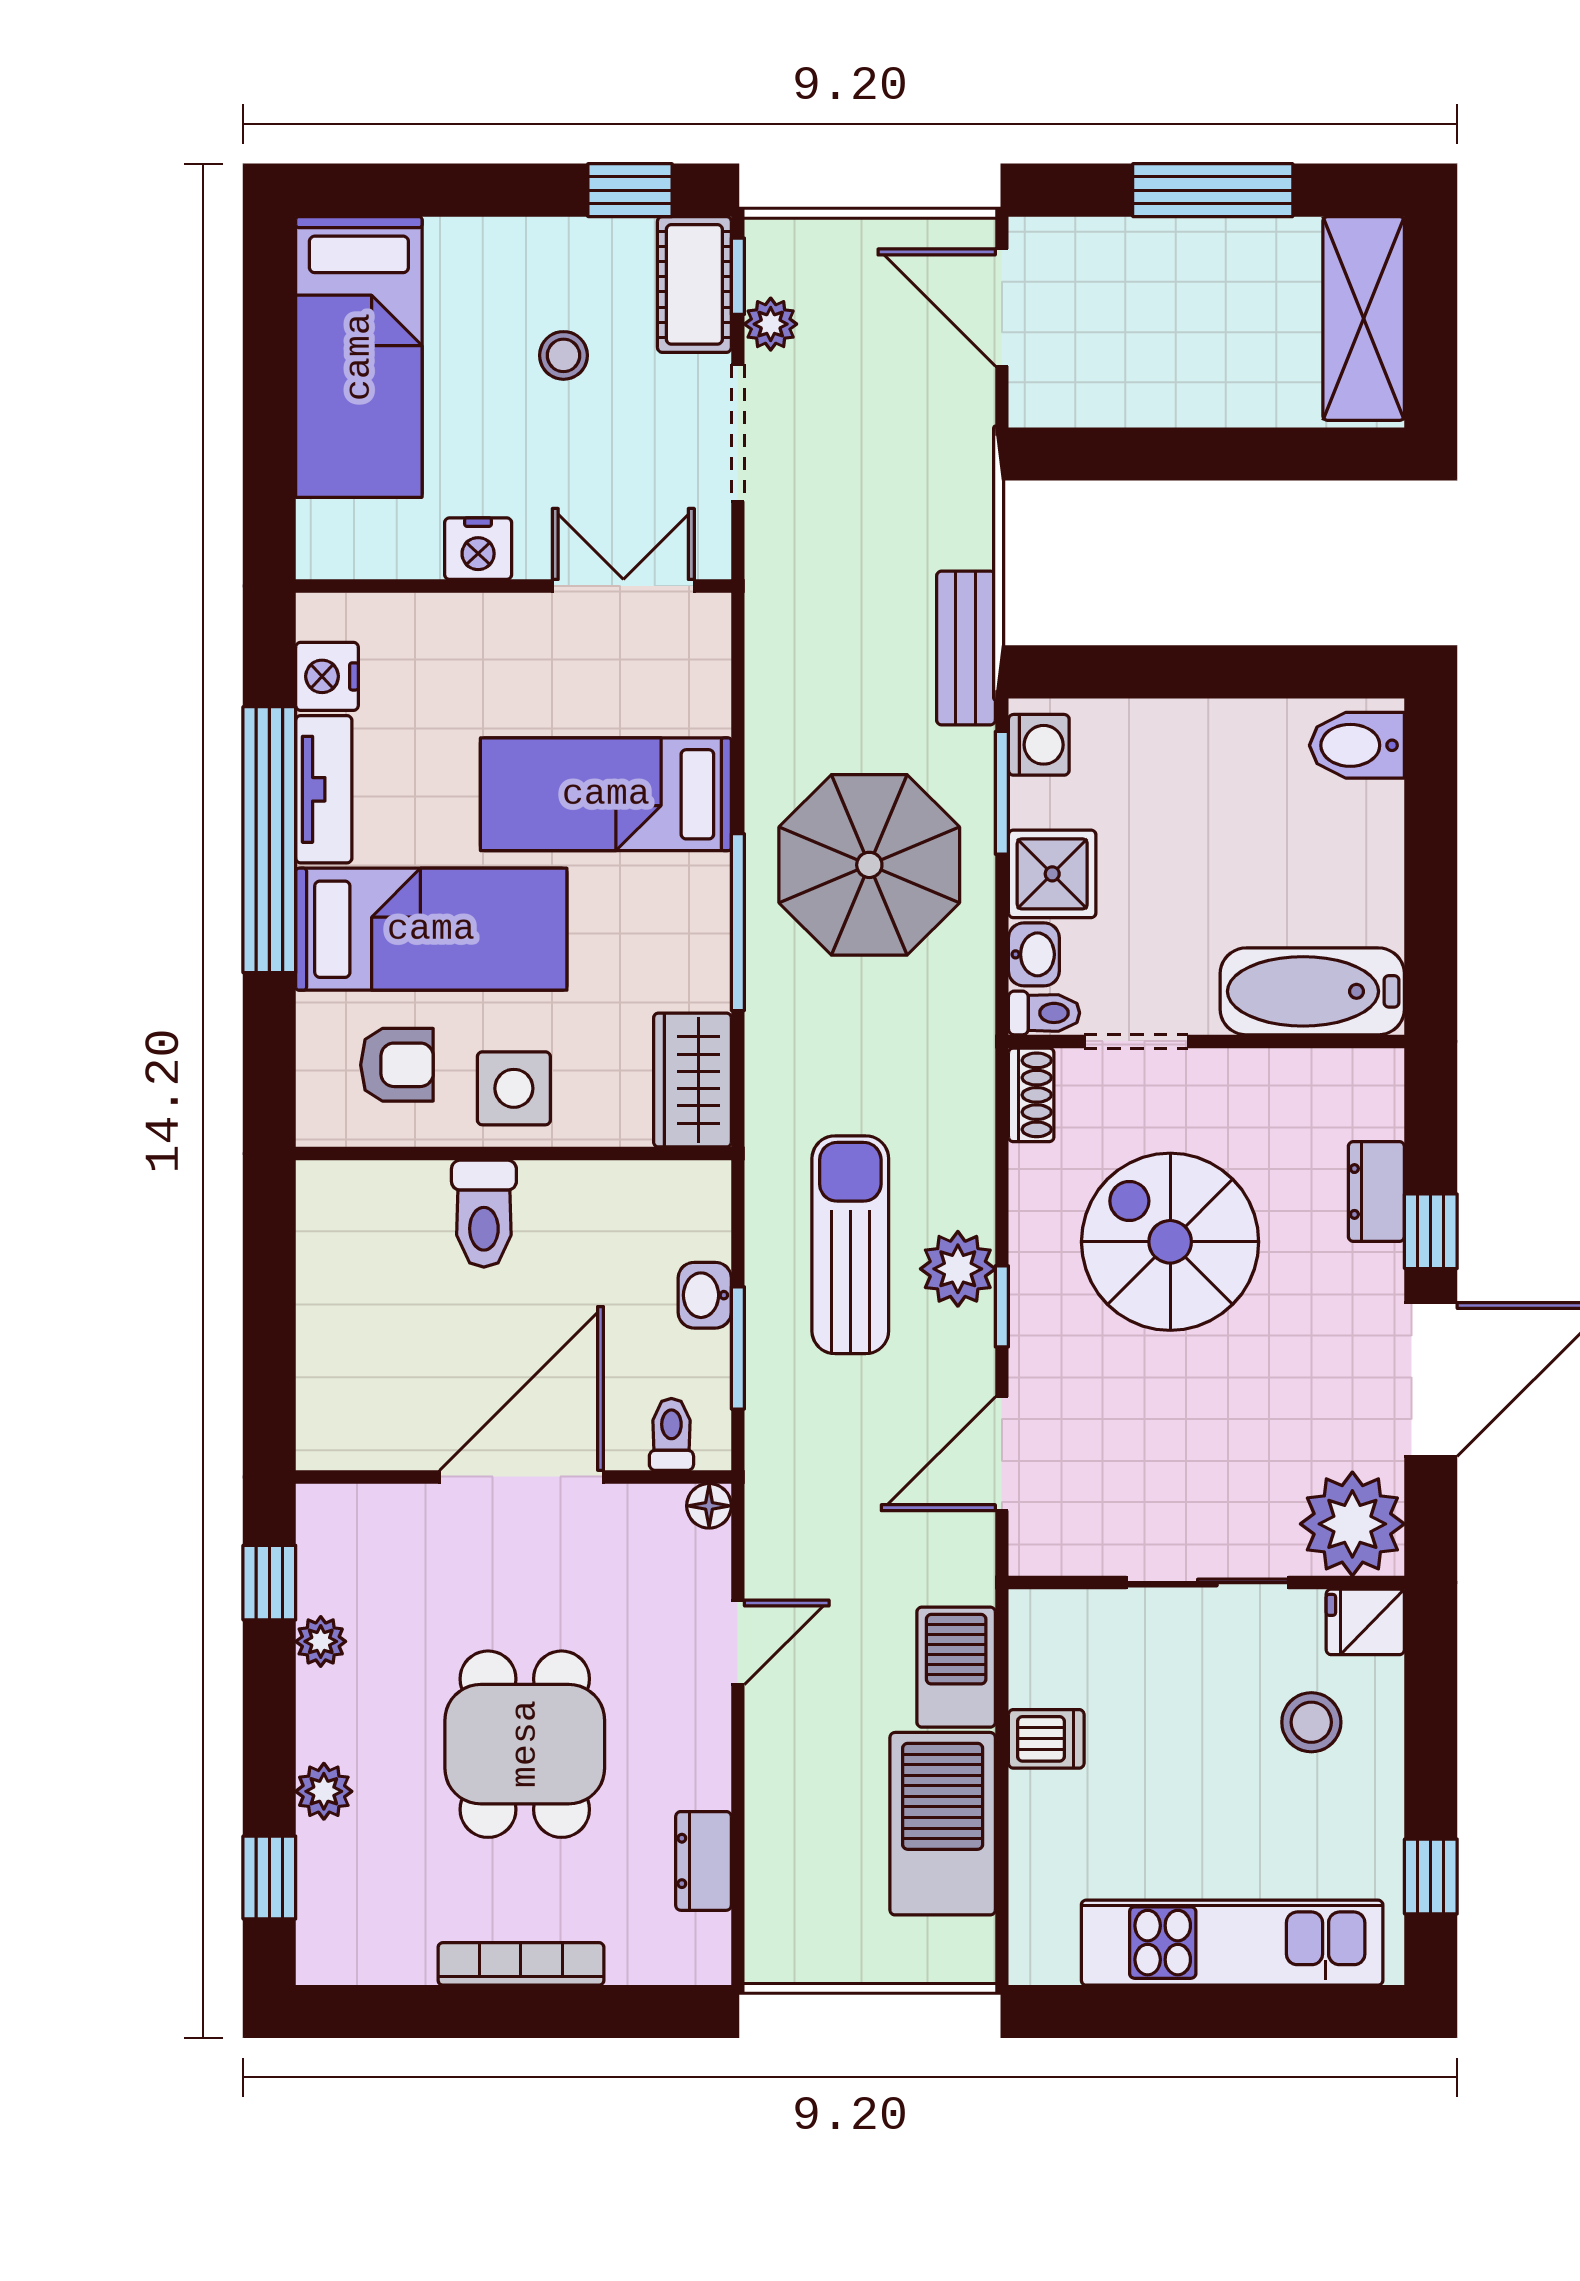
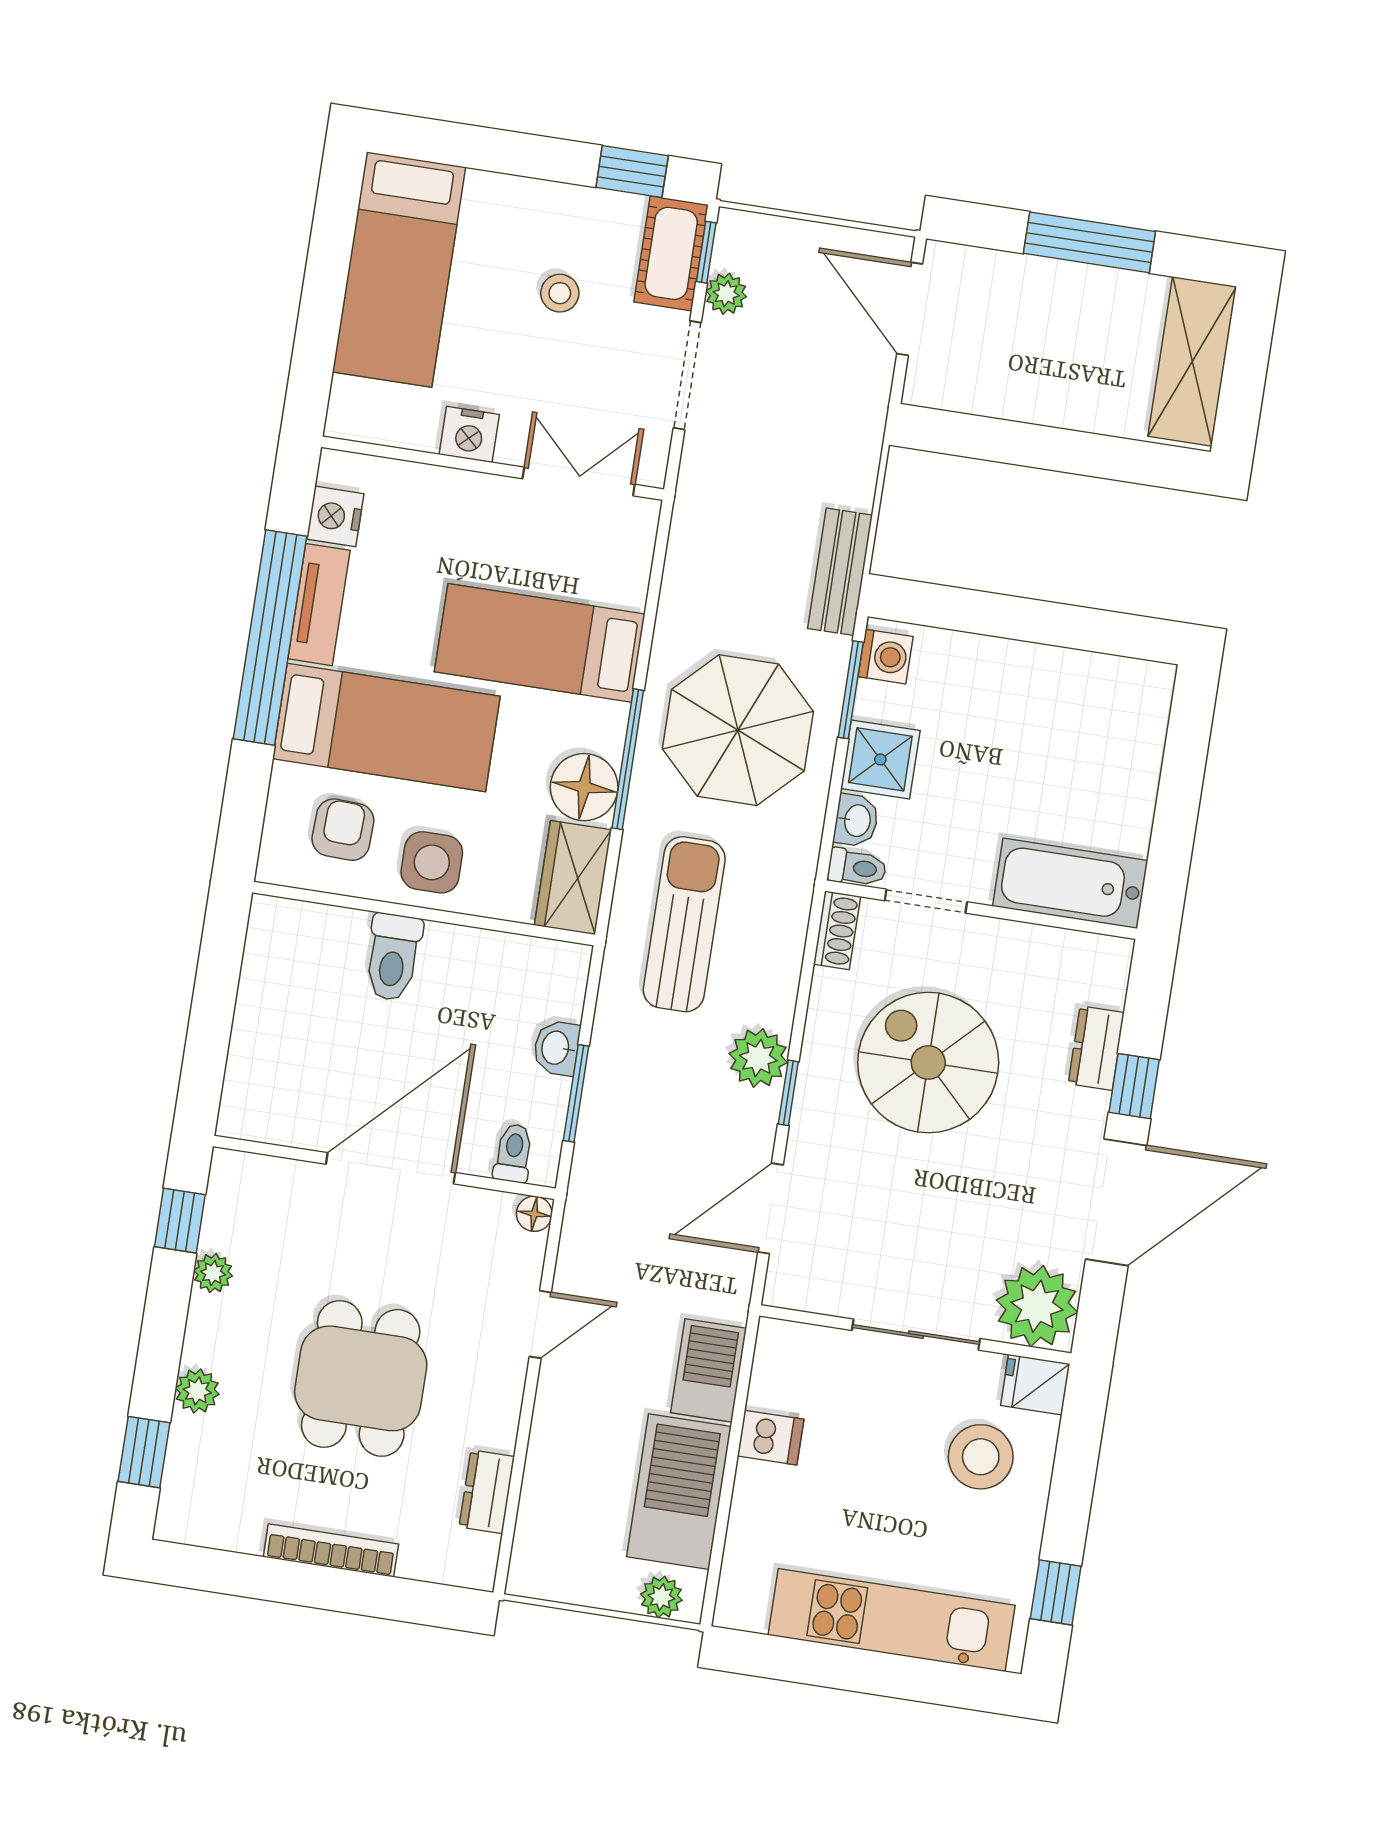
bidet: (1357, 745) -> (1135, 696), removed
floor lamp: (689, 965) -> (584, 787), added
armchair: (397, 1065) -> (343, 830), turned -88
sun lounger: (850, 1245) -> (684, 924), moved
stool: (1311, 1722) -> (981, 1457), width x1.38, depth x1.38
plant: (941, 1958) -> (661, 1597), added

